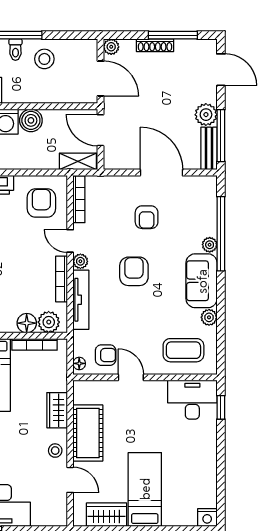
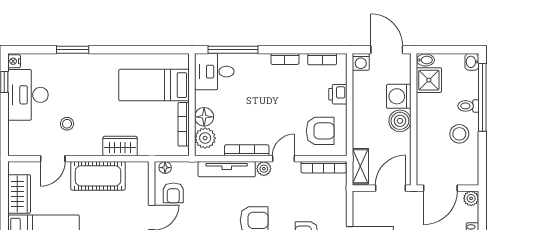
stool: (55, 451) -> (67, 124), moved

